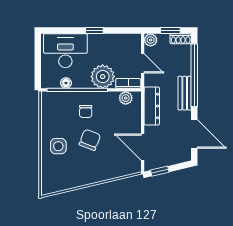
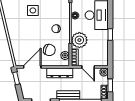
door: (143, 63) -> (88, 67), hinge flipped
chair: (90, 140) -> (49, 50), moved

